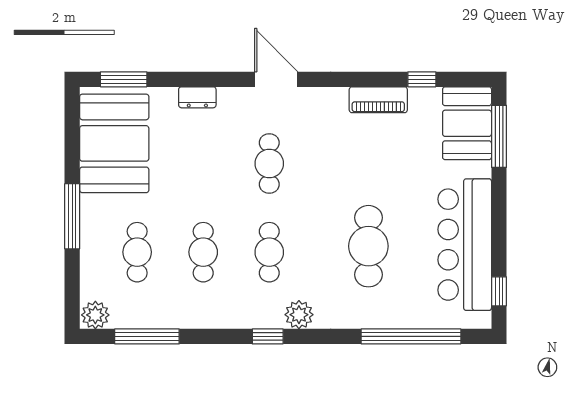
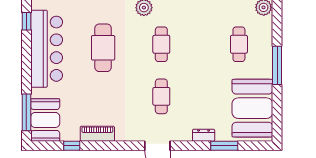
window: (124, 79) -> (224, 146), moved
cafe table: (203, 252) -> (200, 44), removed

